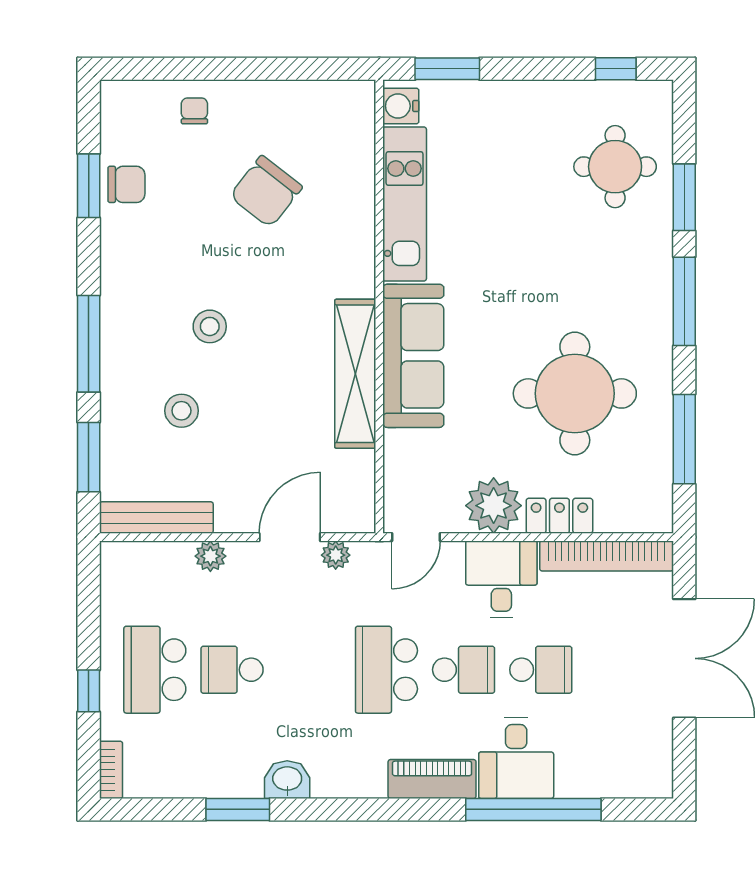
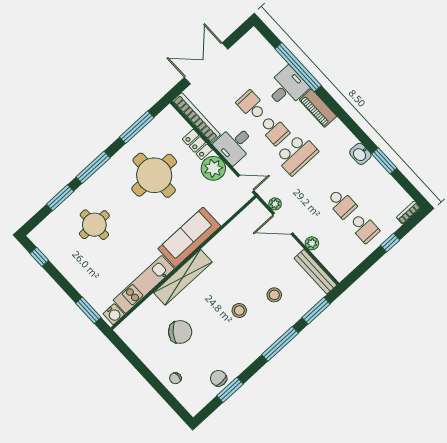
round table: (615, 167) -> (94, 225), moved
shelving: (355, 374) -> (183, 277), moved
school desk: (155, 670) -> (364, 228), width x0.54
school desk: (464, 670) -> (274, 130), turned 180

